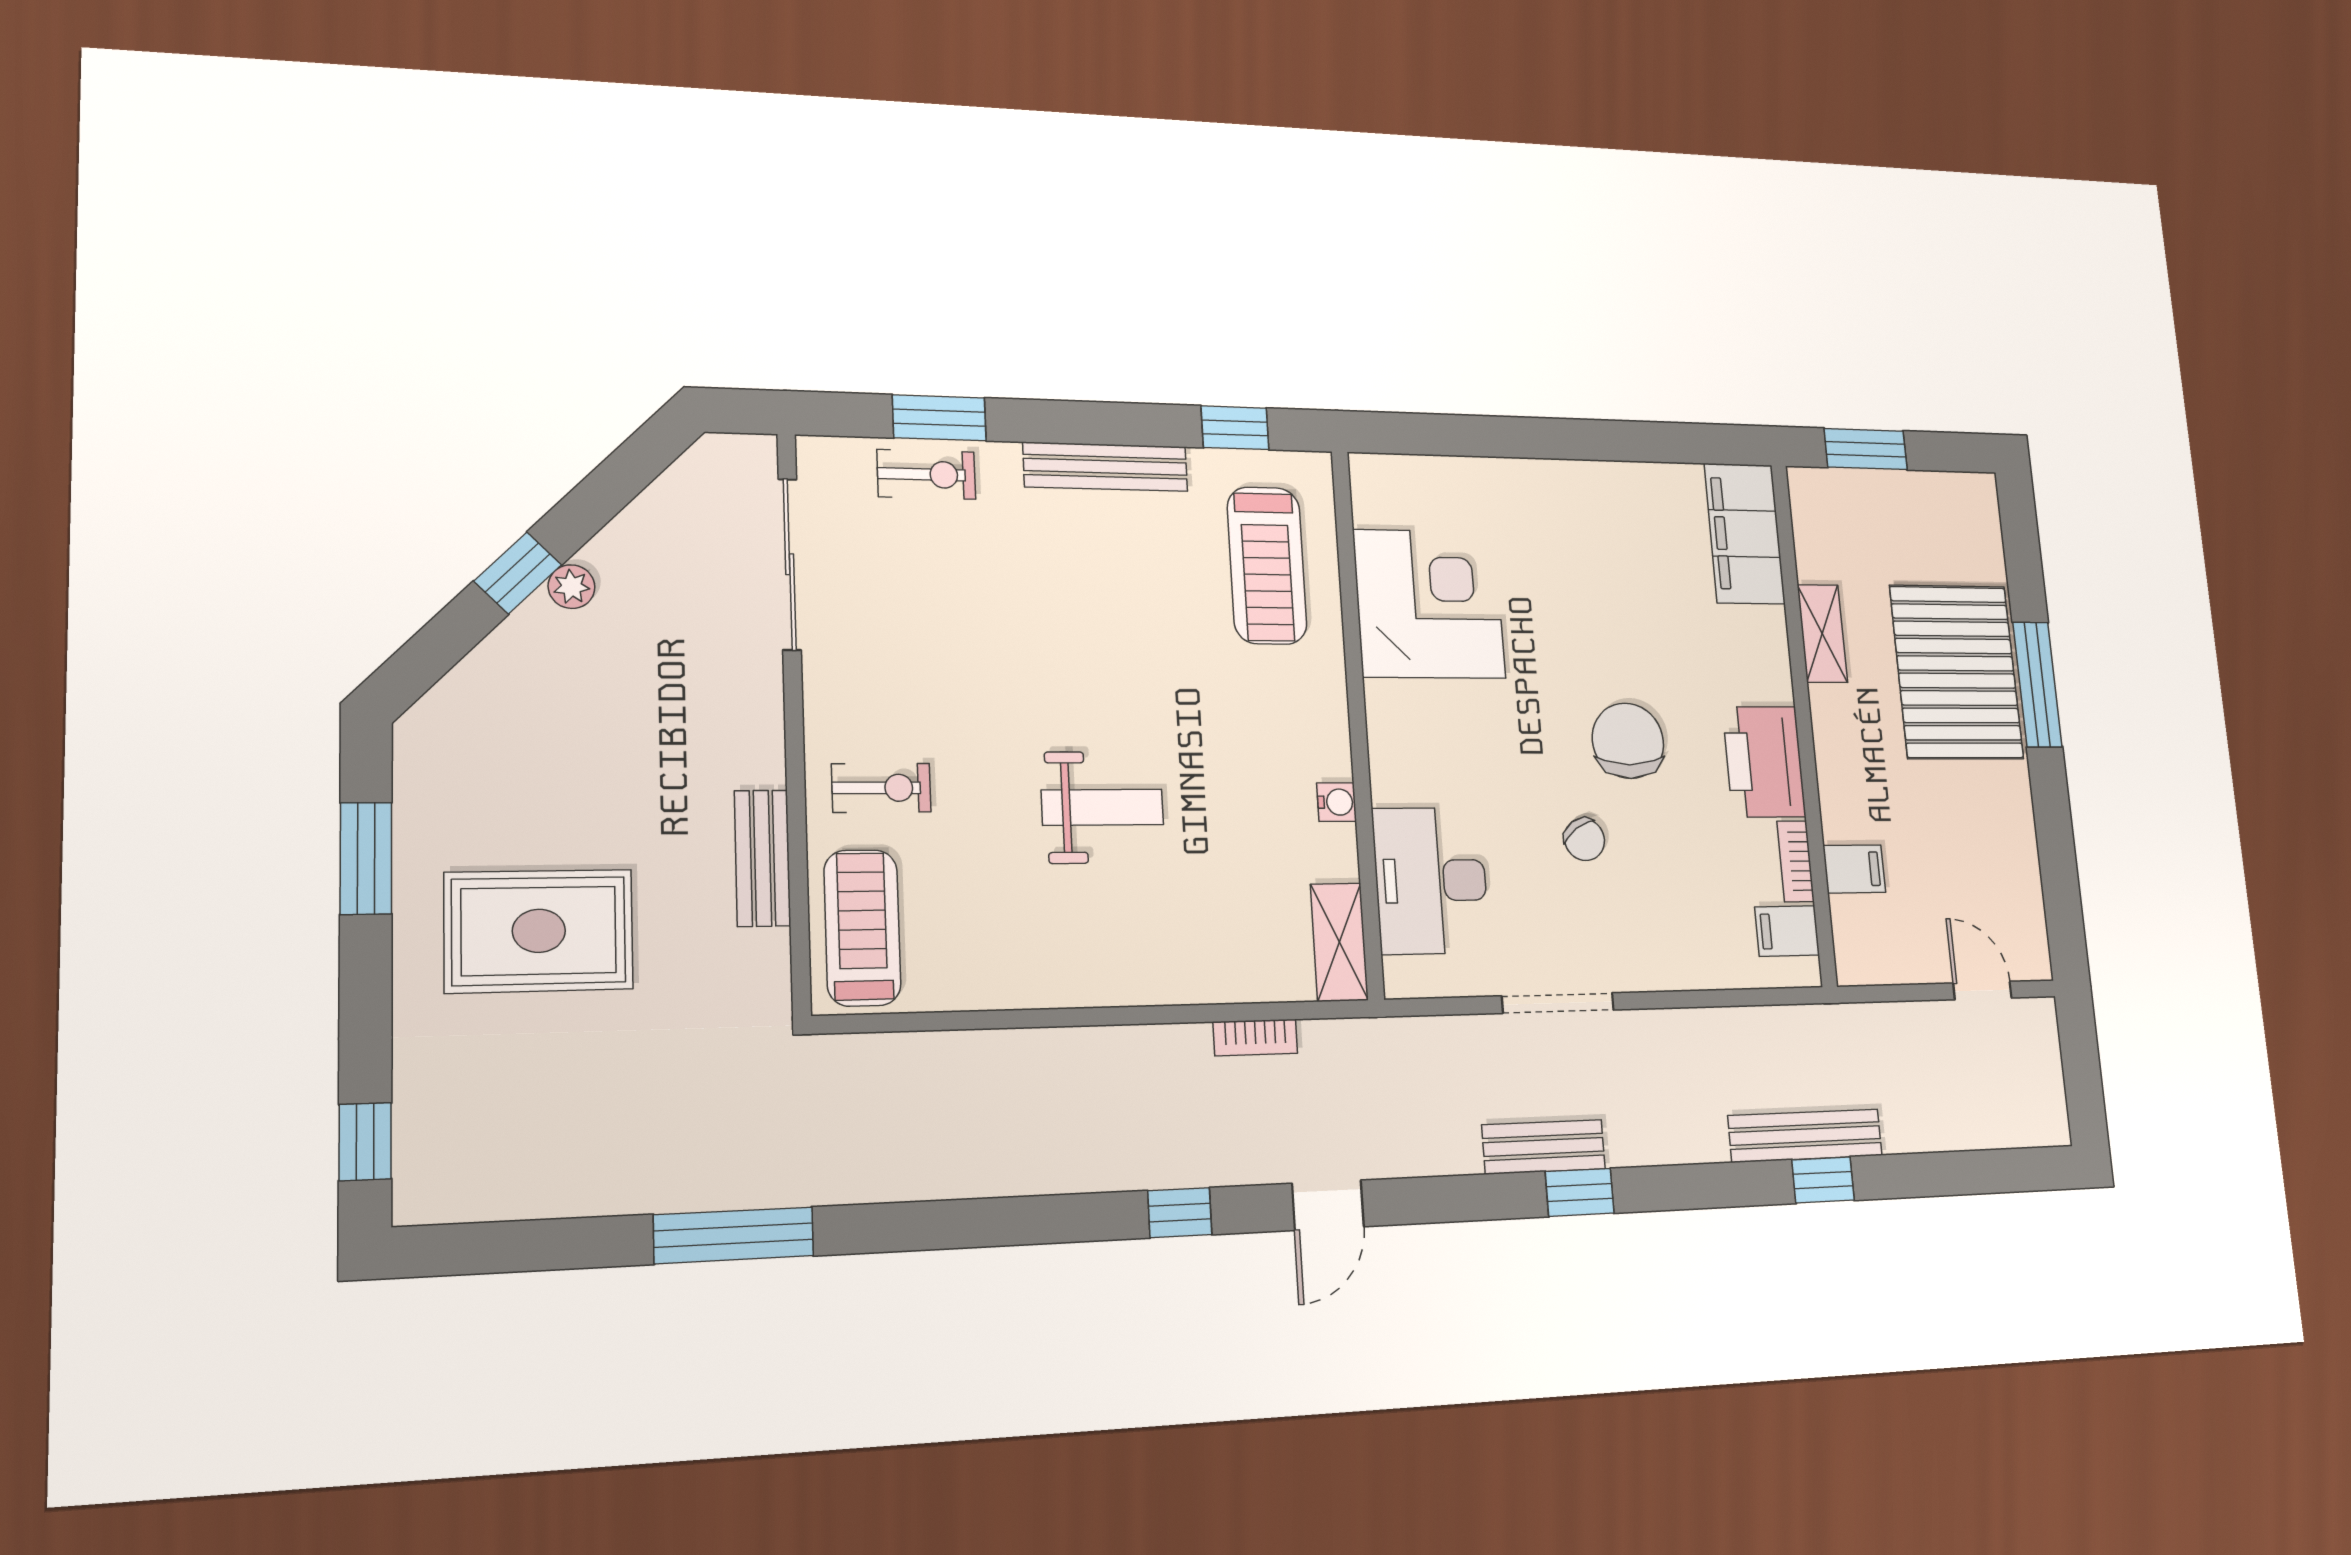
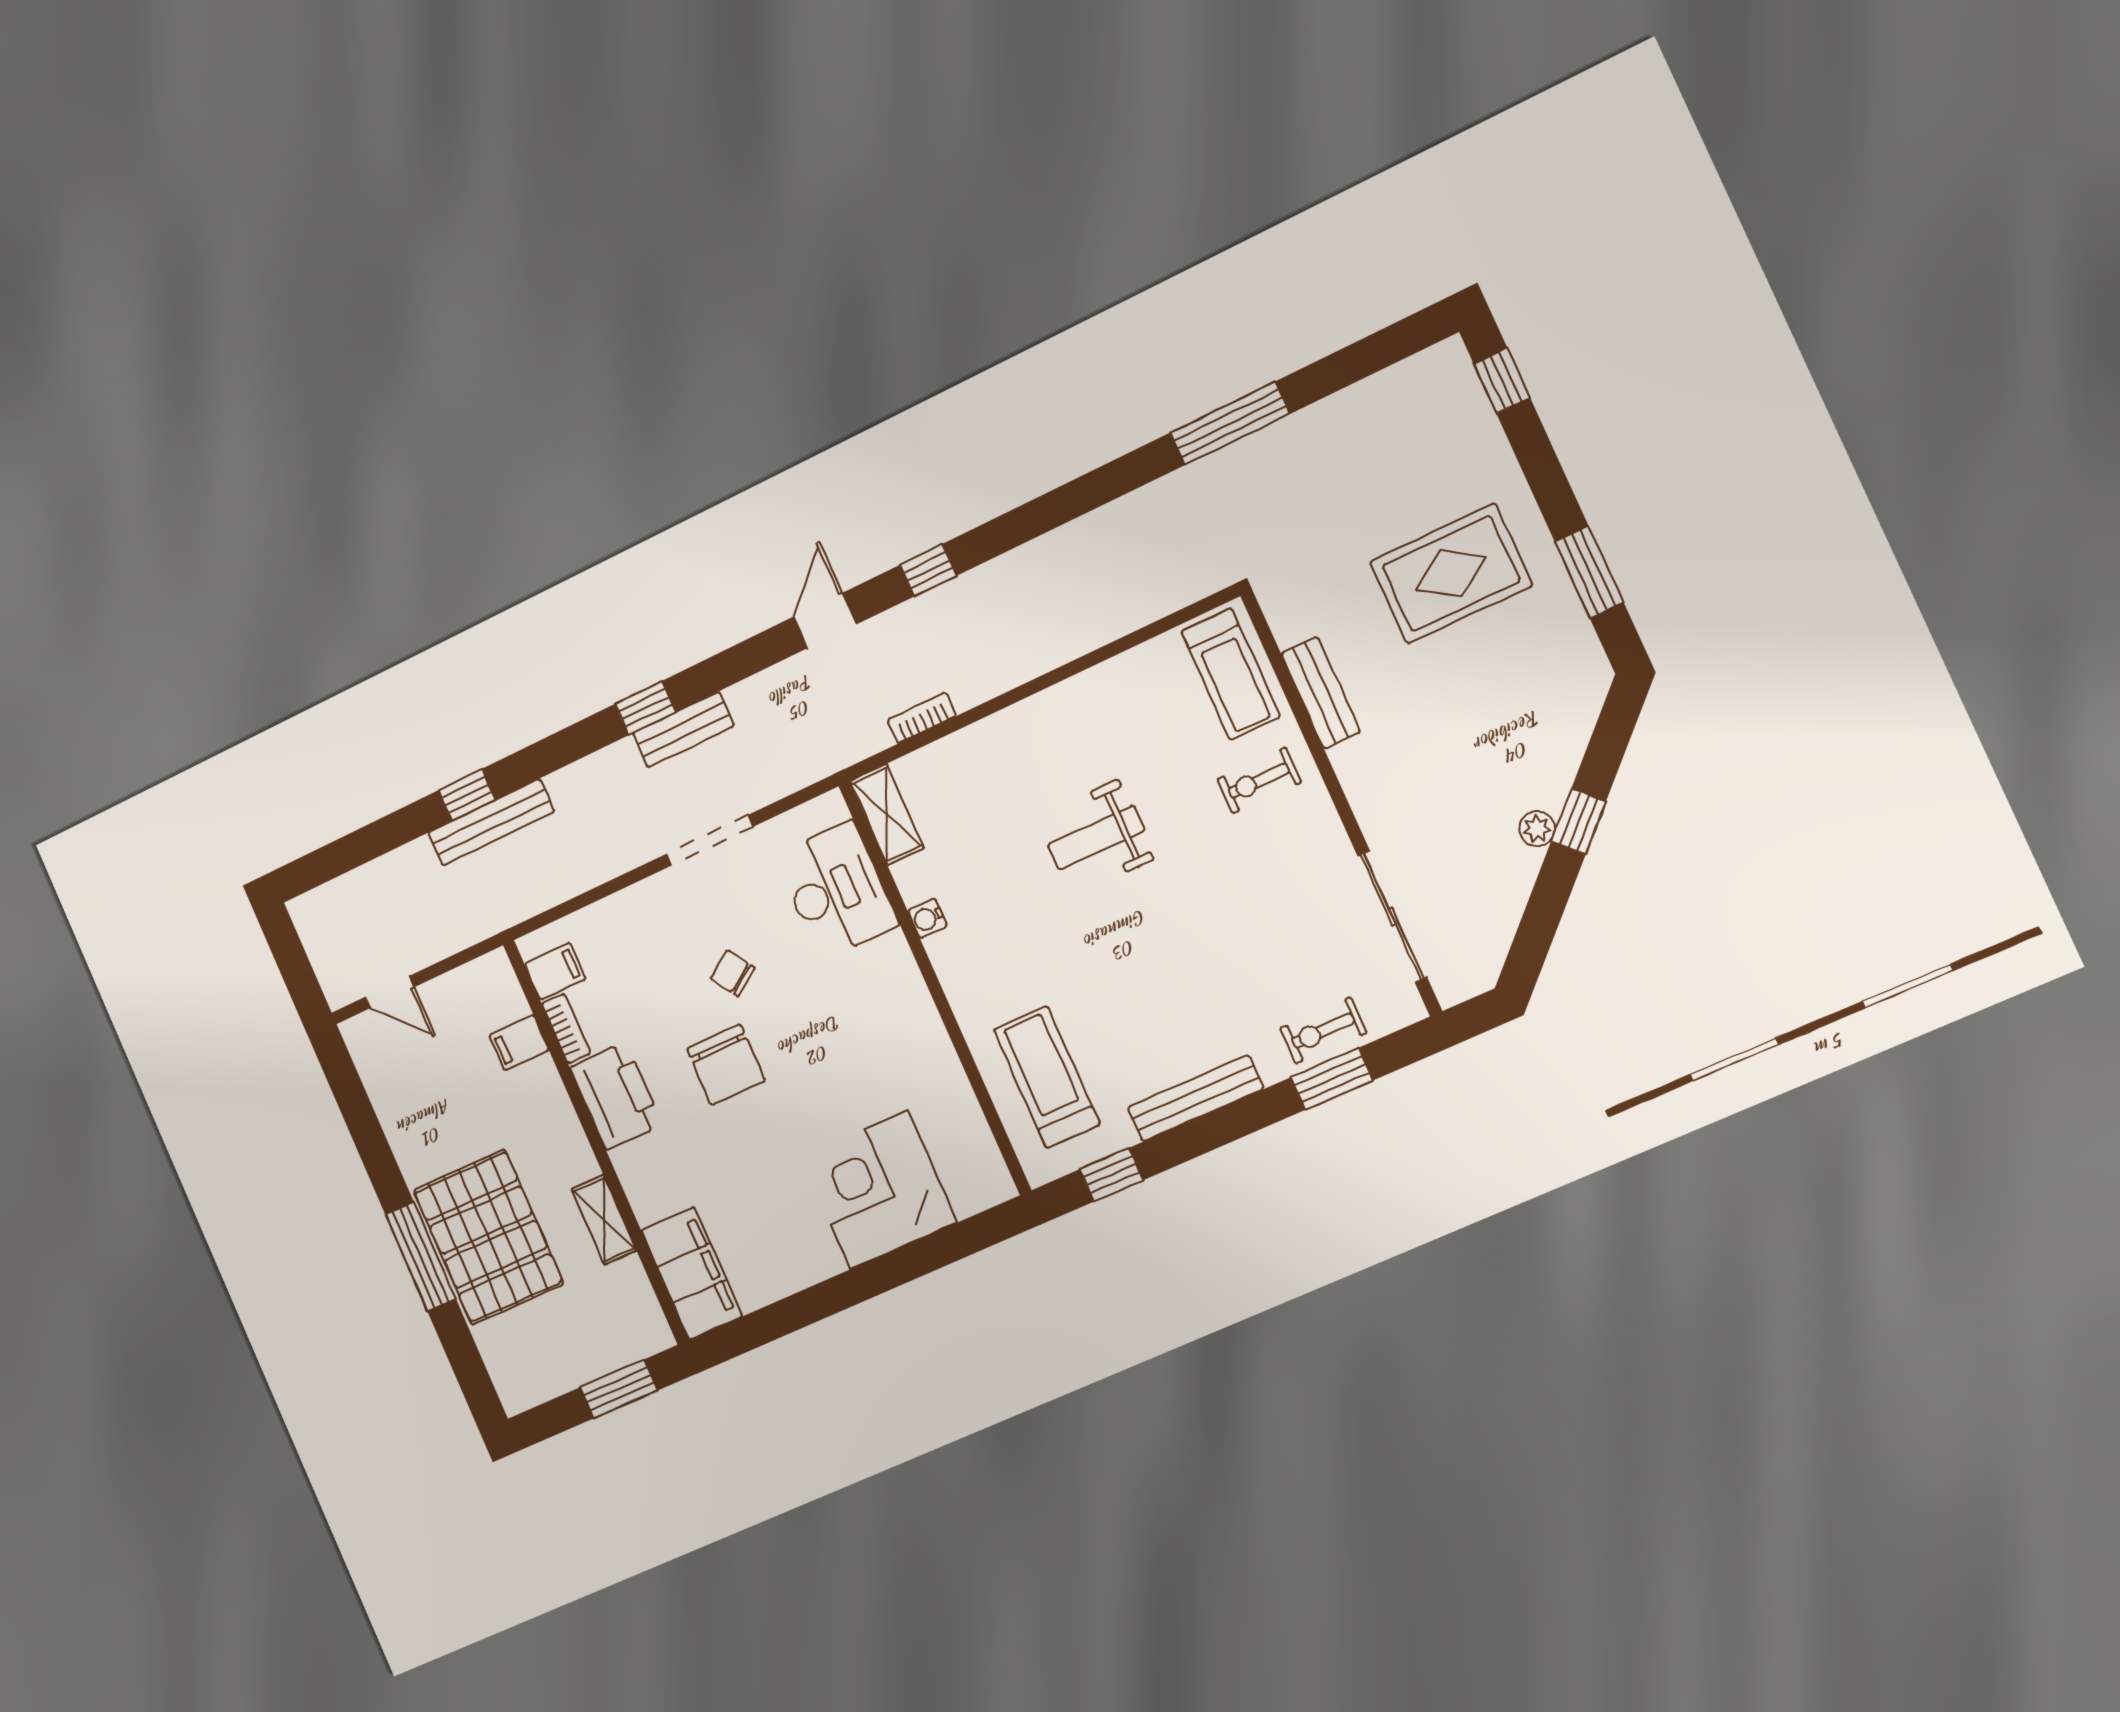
corner desk: (1429, 604) -> (879, 1190), moved, turned 90

